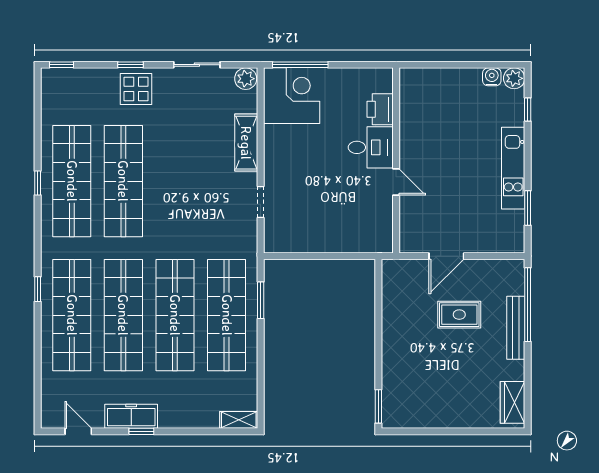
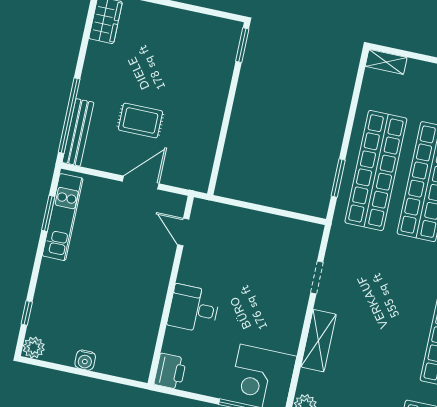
water cooler: (492, 77) -> (85, 360), moved
printer: (380, 109) -> (170, 371), moved
kitchen unit: (513, 168) -> (63, 217), moved
door: (396, 182) -> (183, 232), moved
bench: (516, 328) -> (78, 132), moved

